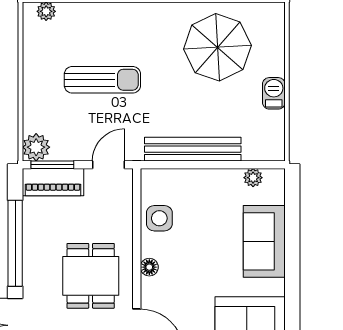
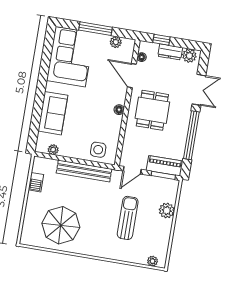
sun lounger: (102, 80) -> (128, 218), turned 90
barbecue: (274, 93) -> (36, 182), moved
plant: (36, 147) -> (167, 211), moved
side table: (159, 218) -> (98, 150), moved

